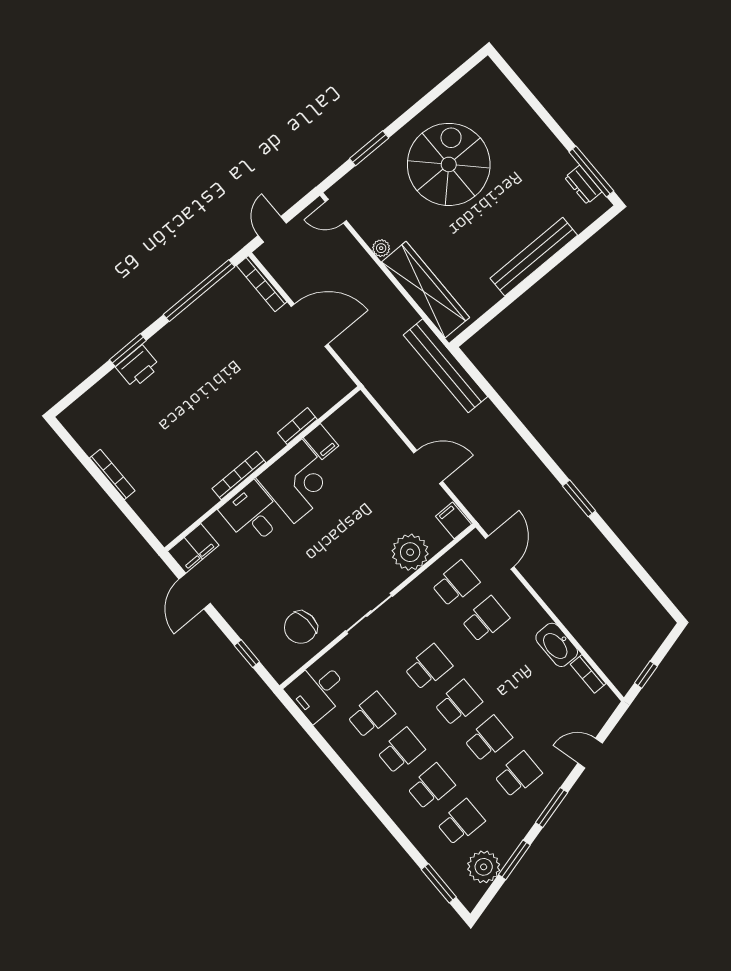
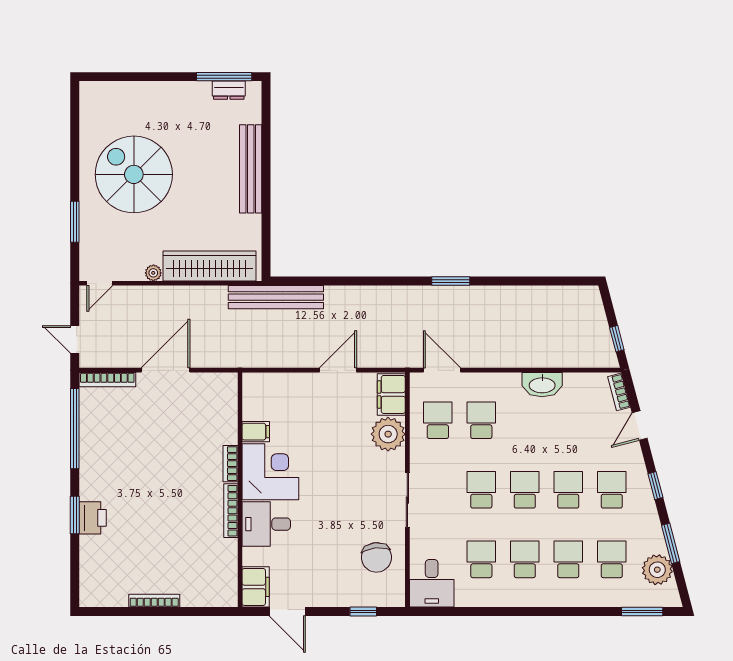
bookcase: (297, 426) -> (230, 464), moved
filing cabinet: (453, 520) -> (391, 394), width x2.00
bookcase: (588, 674) -> (619, 392), moved, turned 75
window: (552, 807) -> (655, 486), width x0.67

